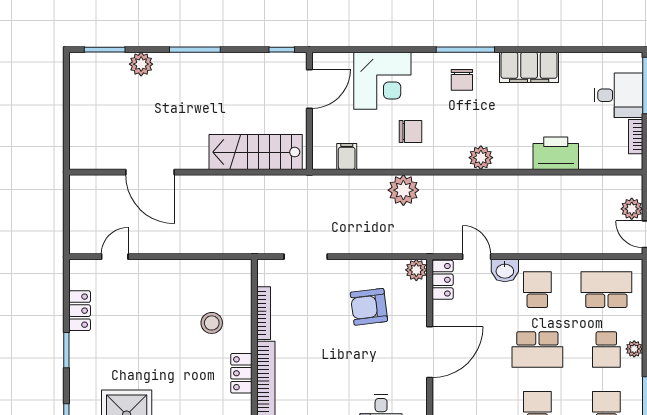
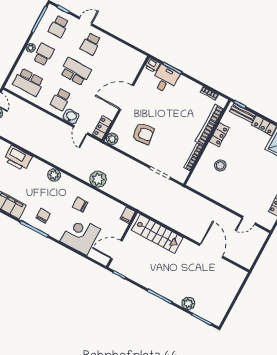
filing cabinet: (347, 157) -> (128, 215), moved

